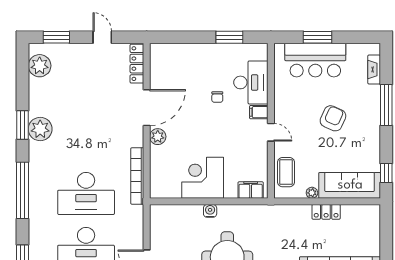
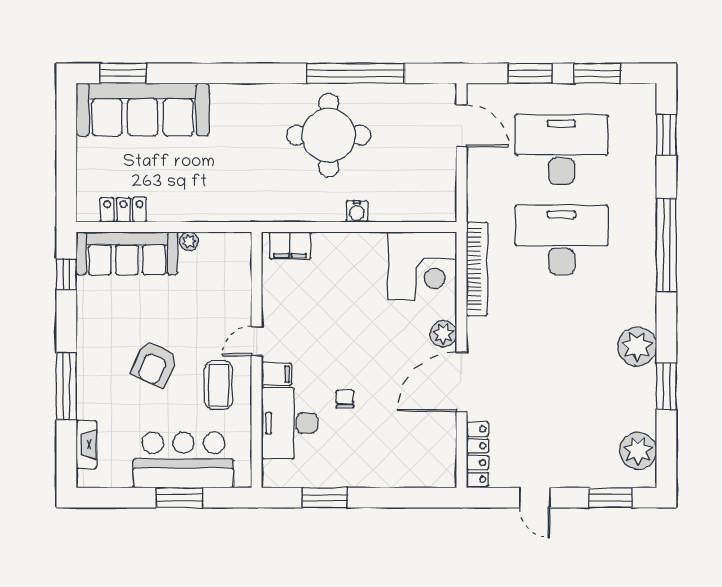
window: (22, 125) -> (666, 386), moved
door: (271, 132) -> (257, 341), hinge flipped
coffee table: (286, 172) -> (219, 385), moved
corner desk: (203, 178) -> (422, 266), moved
locker: (326, 212) -> (123, 210), moved

